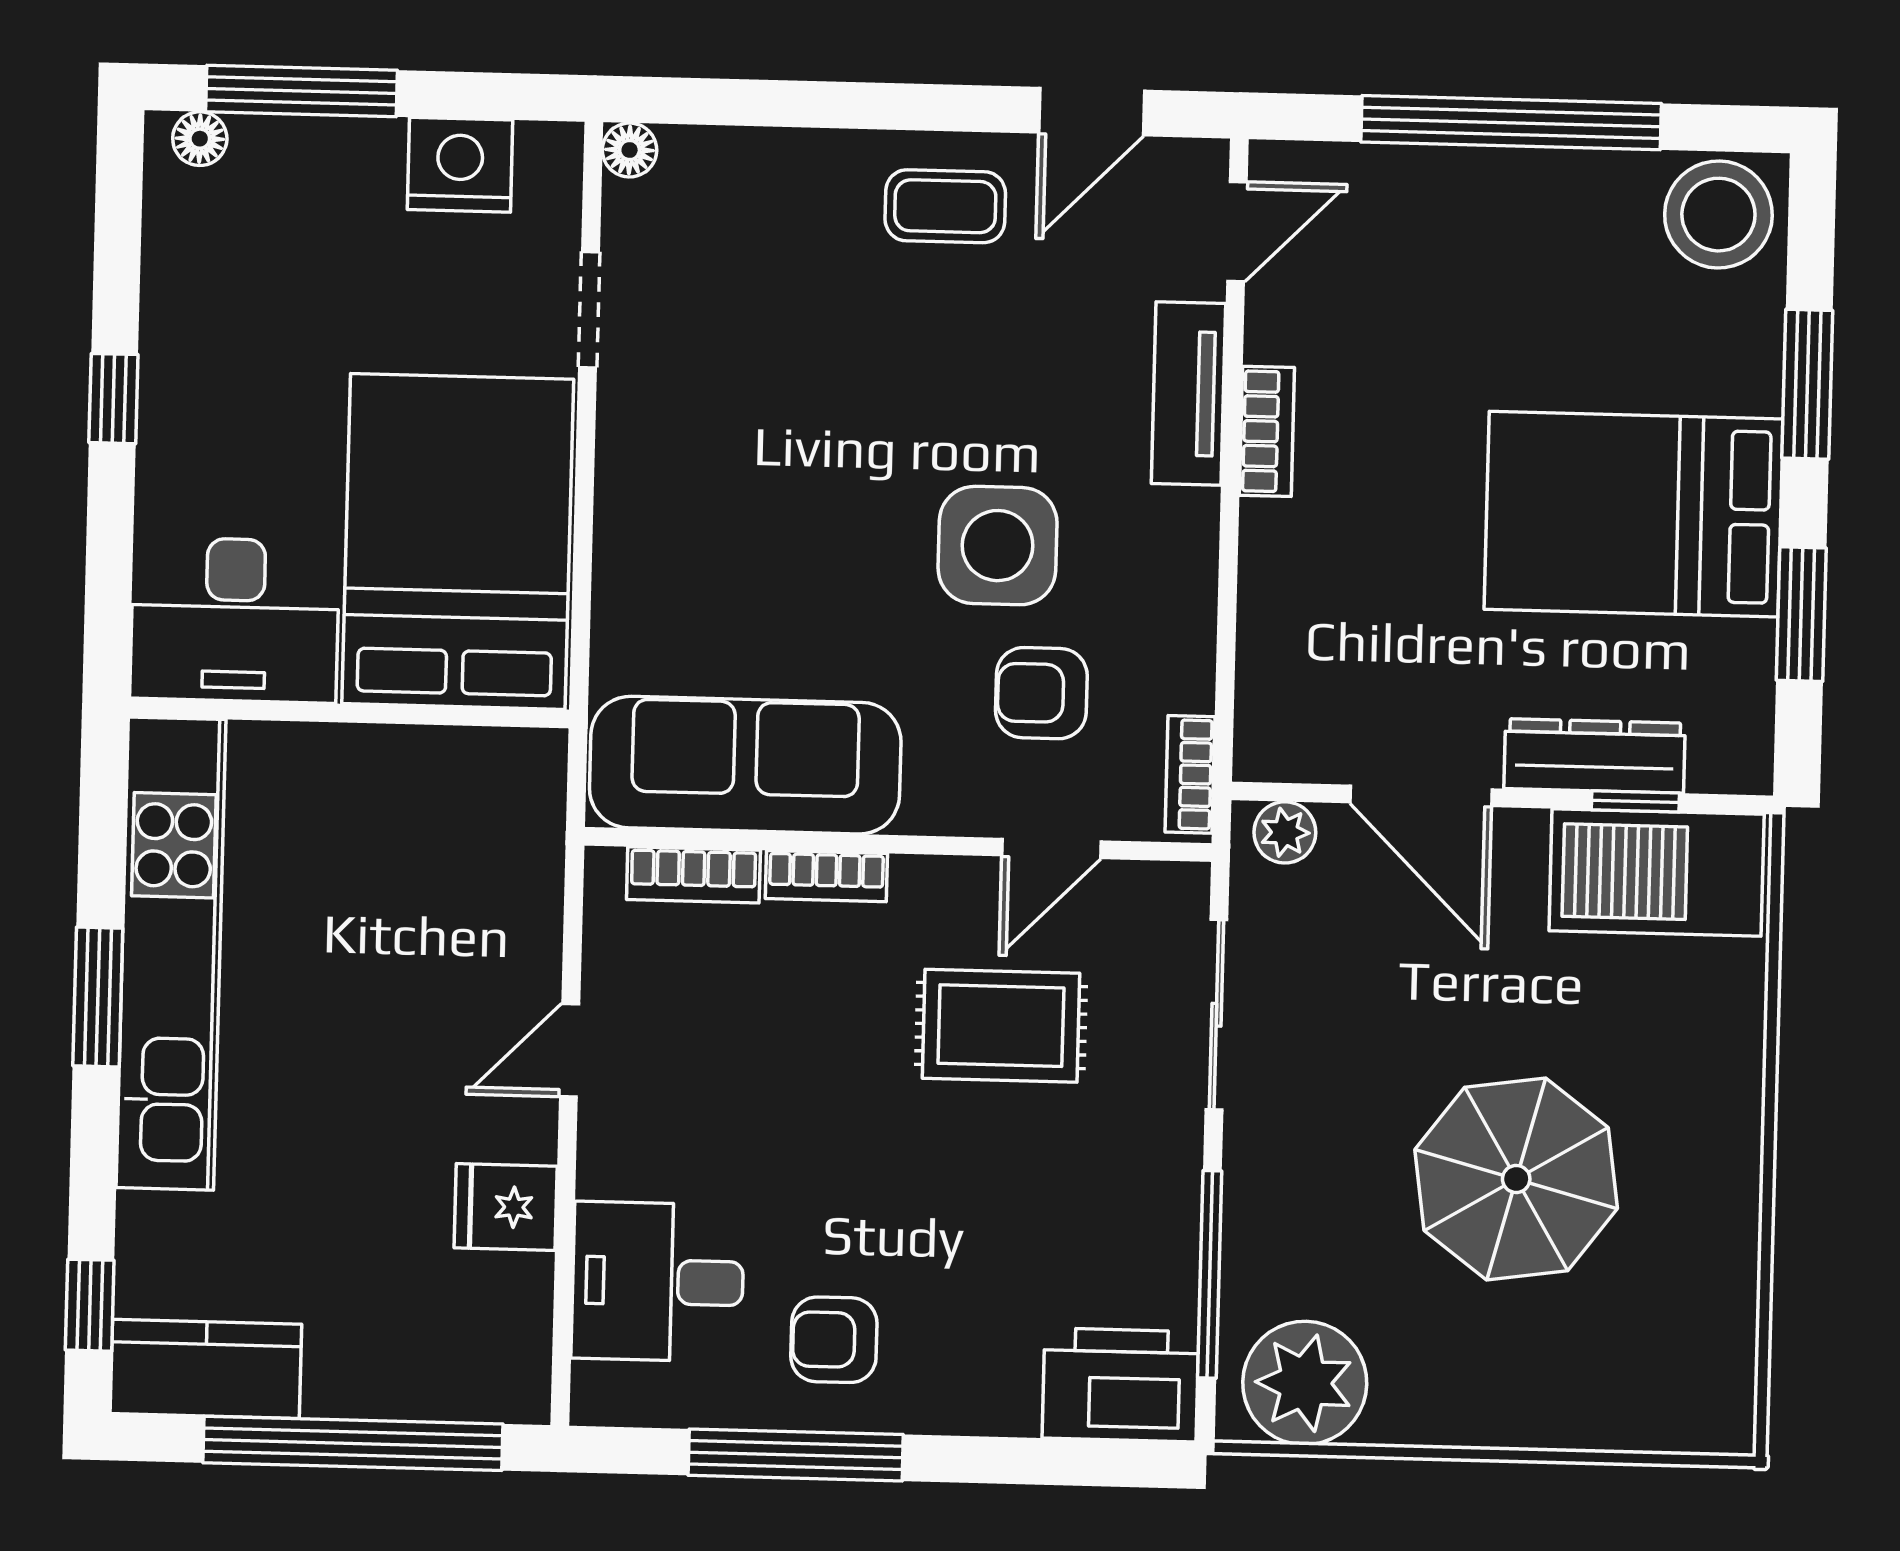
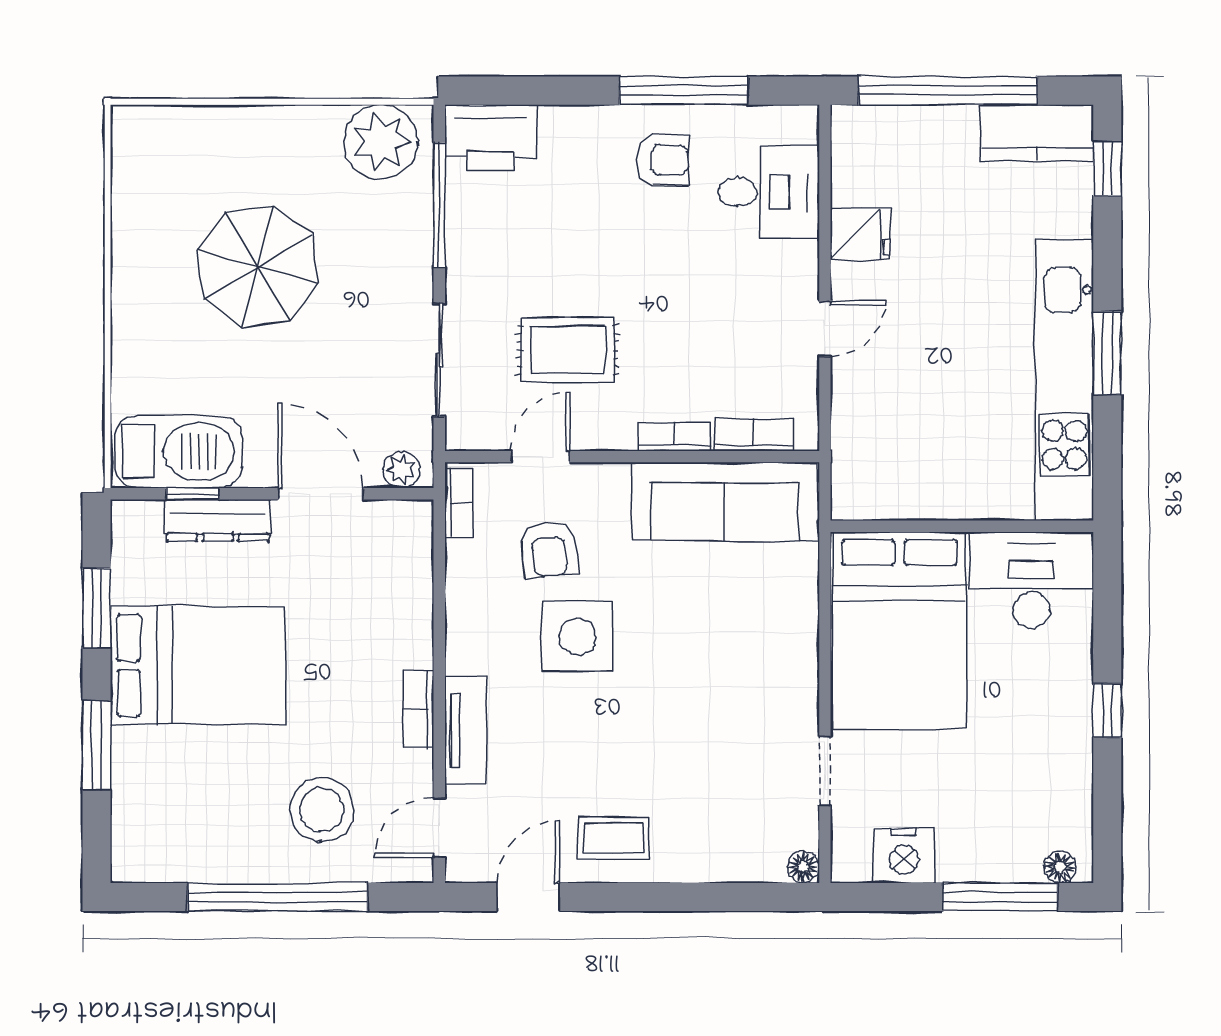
stool: (1718, 215) -> (322, 810), moved
armchair: (1041, 693) -> (549, 549), turned 84

